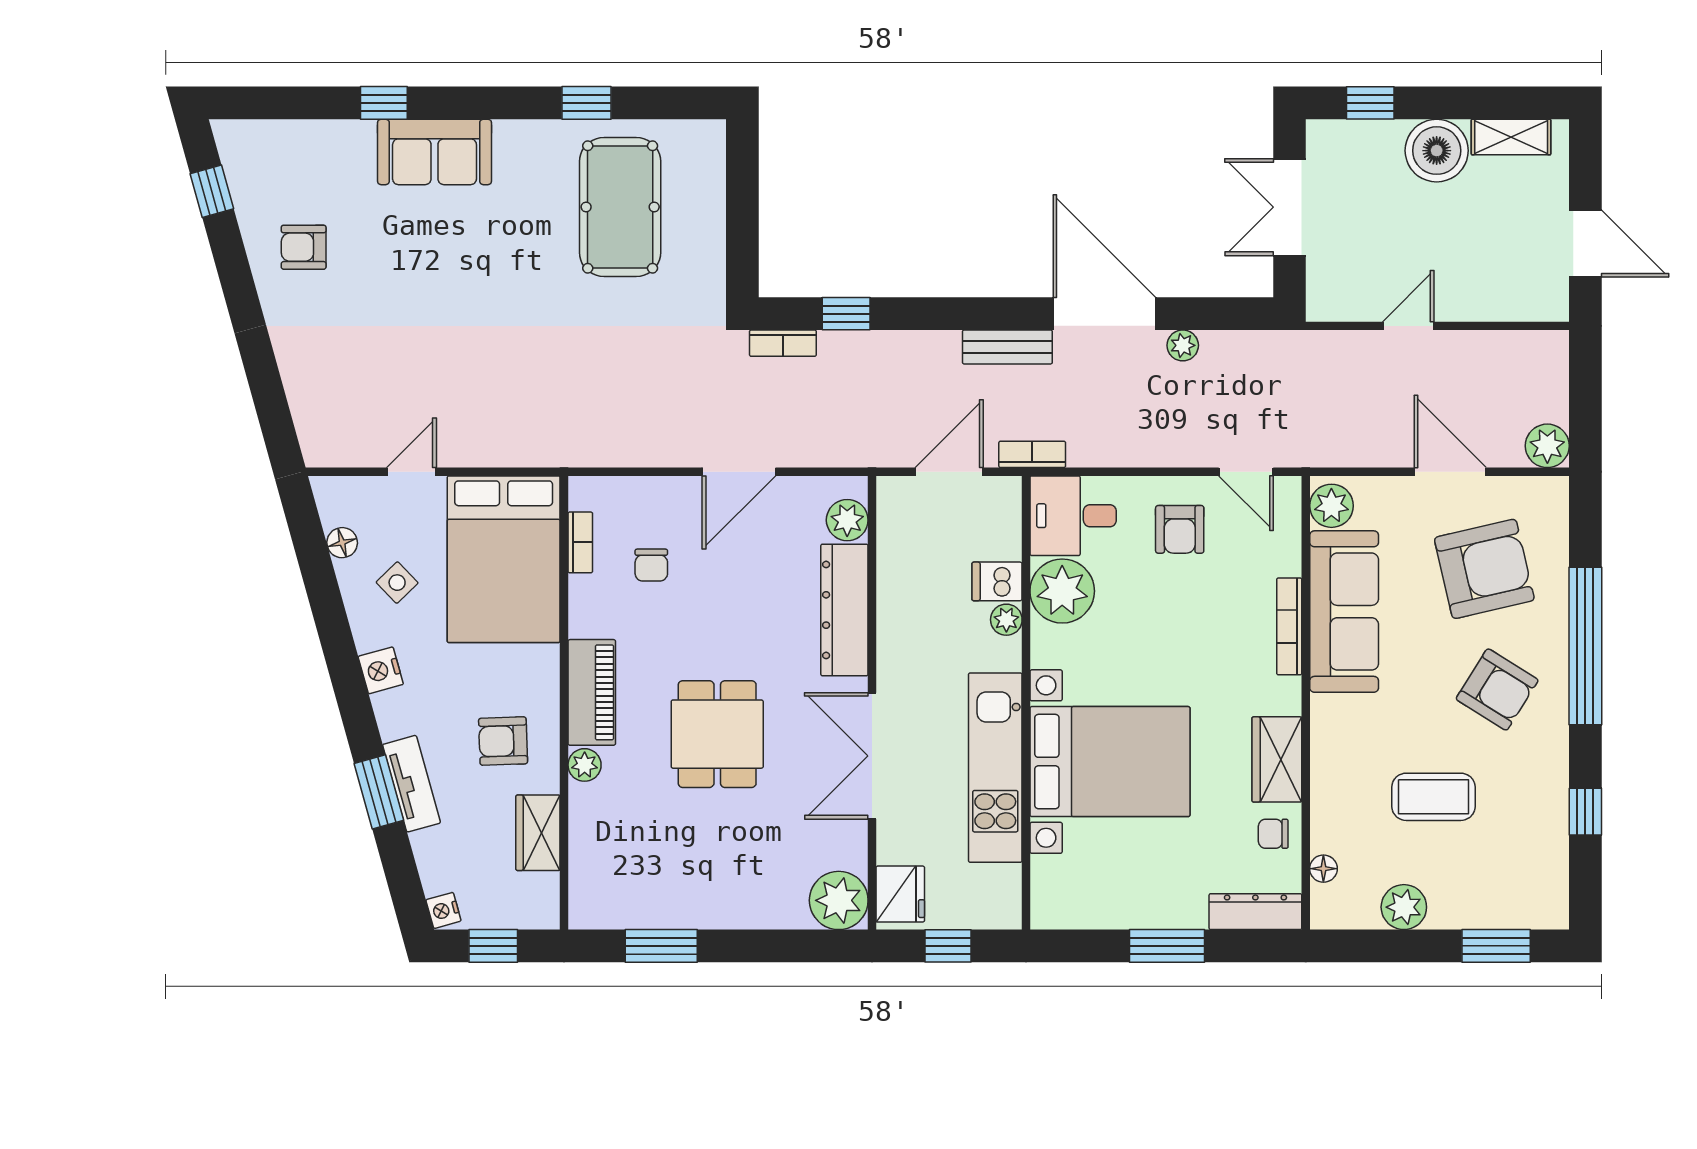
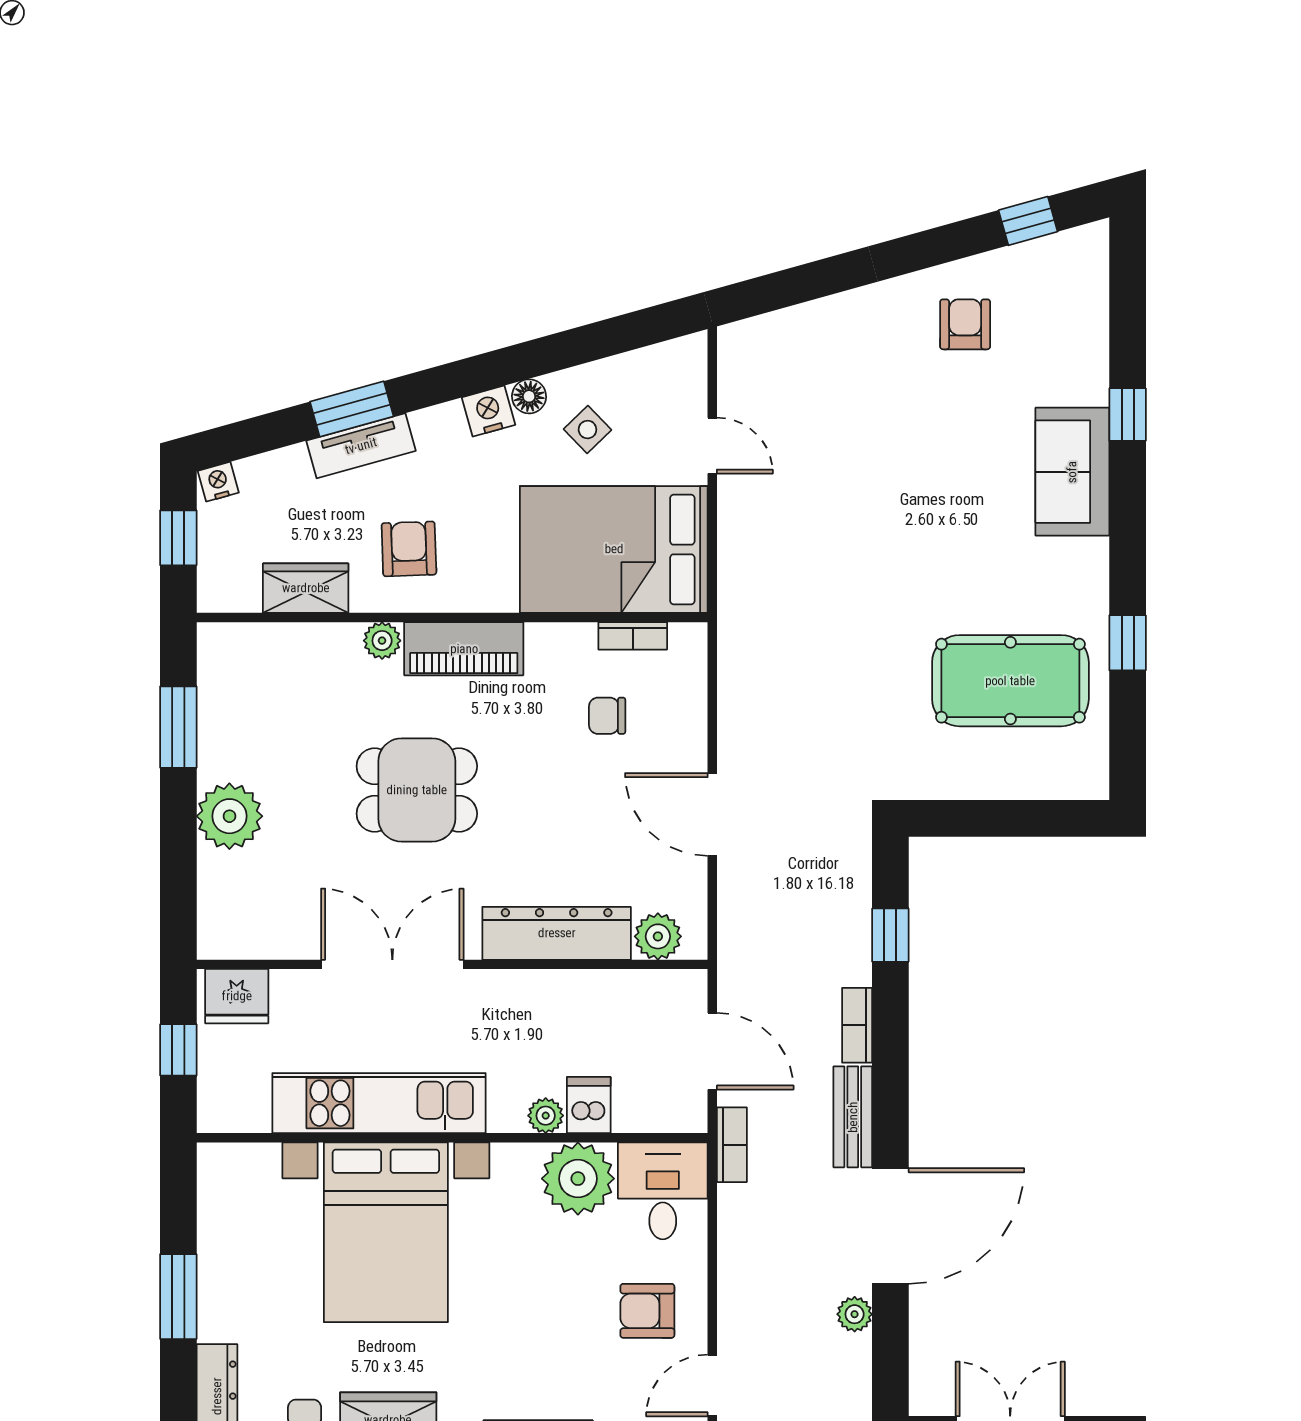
bookcase: (783, 343) -> (857, 1025), moved
floor lamp: (342, 543) -> (529, 396), moved
plant: (839, 900) -> (229, 816), moved

